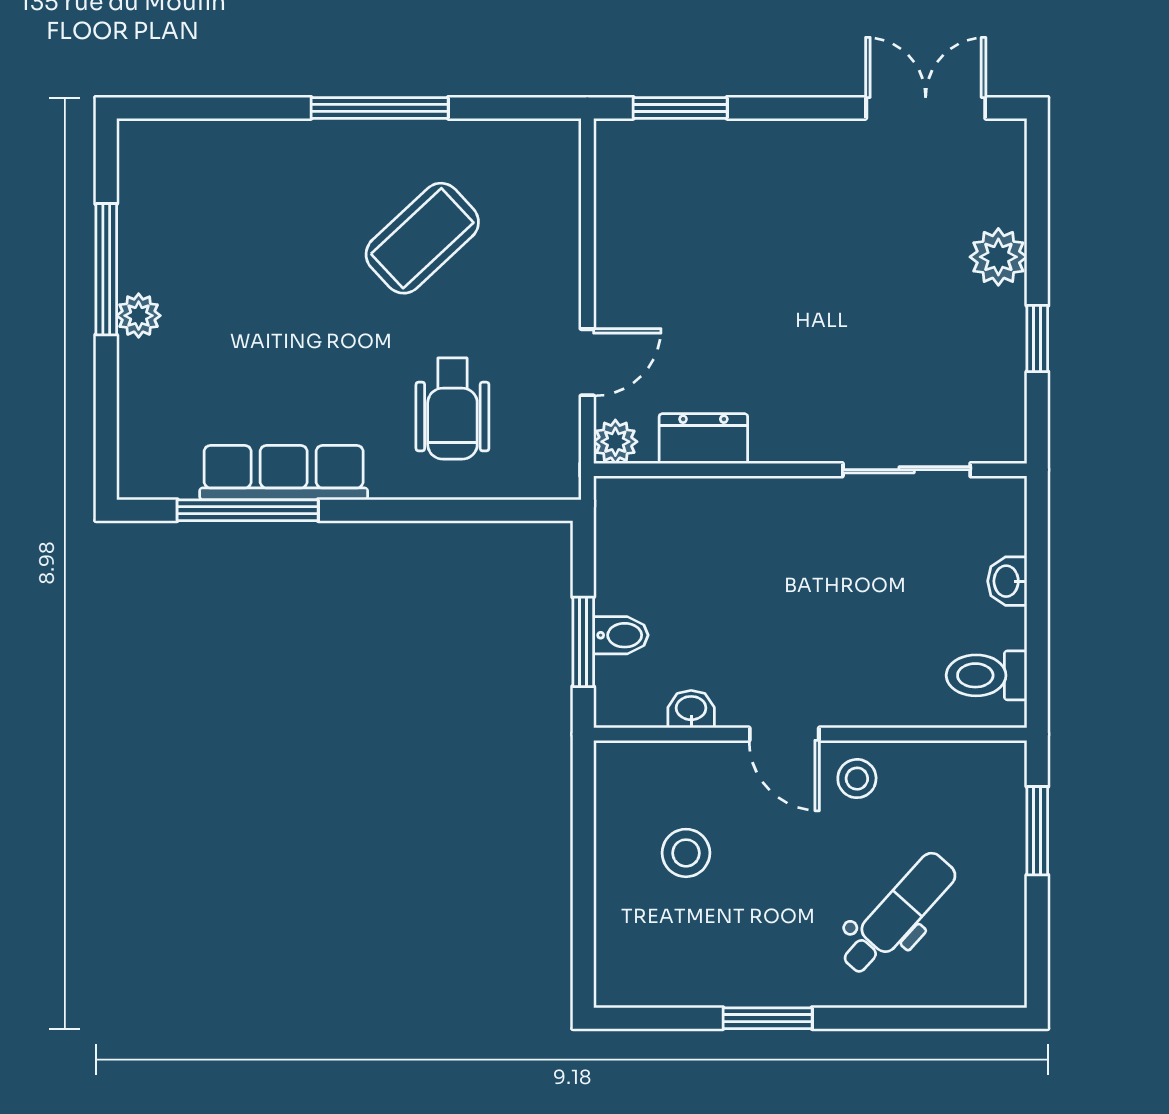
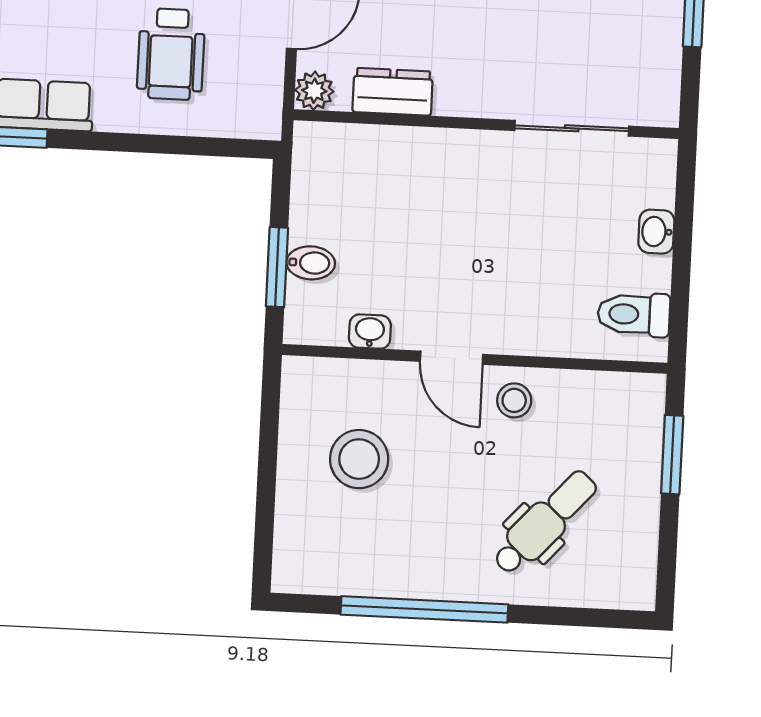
stool: (686, 853) -> (359, 459), width x1.38, depth x1.38
window: (768, 1018) -> (424, 609), width x2.11

